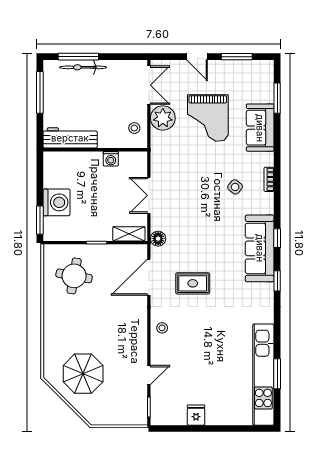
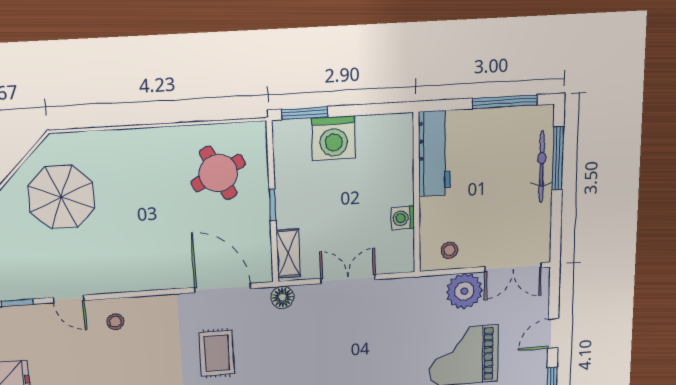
round table: (74, 276) -> (218, 173), turned -36
stool: (162, 328) -> (115, 322), moved

